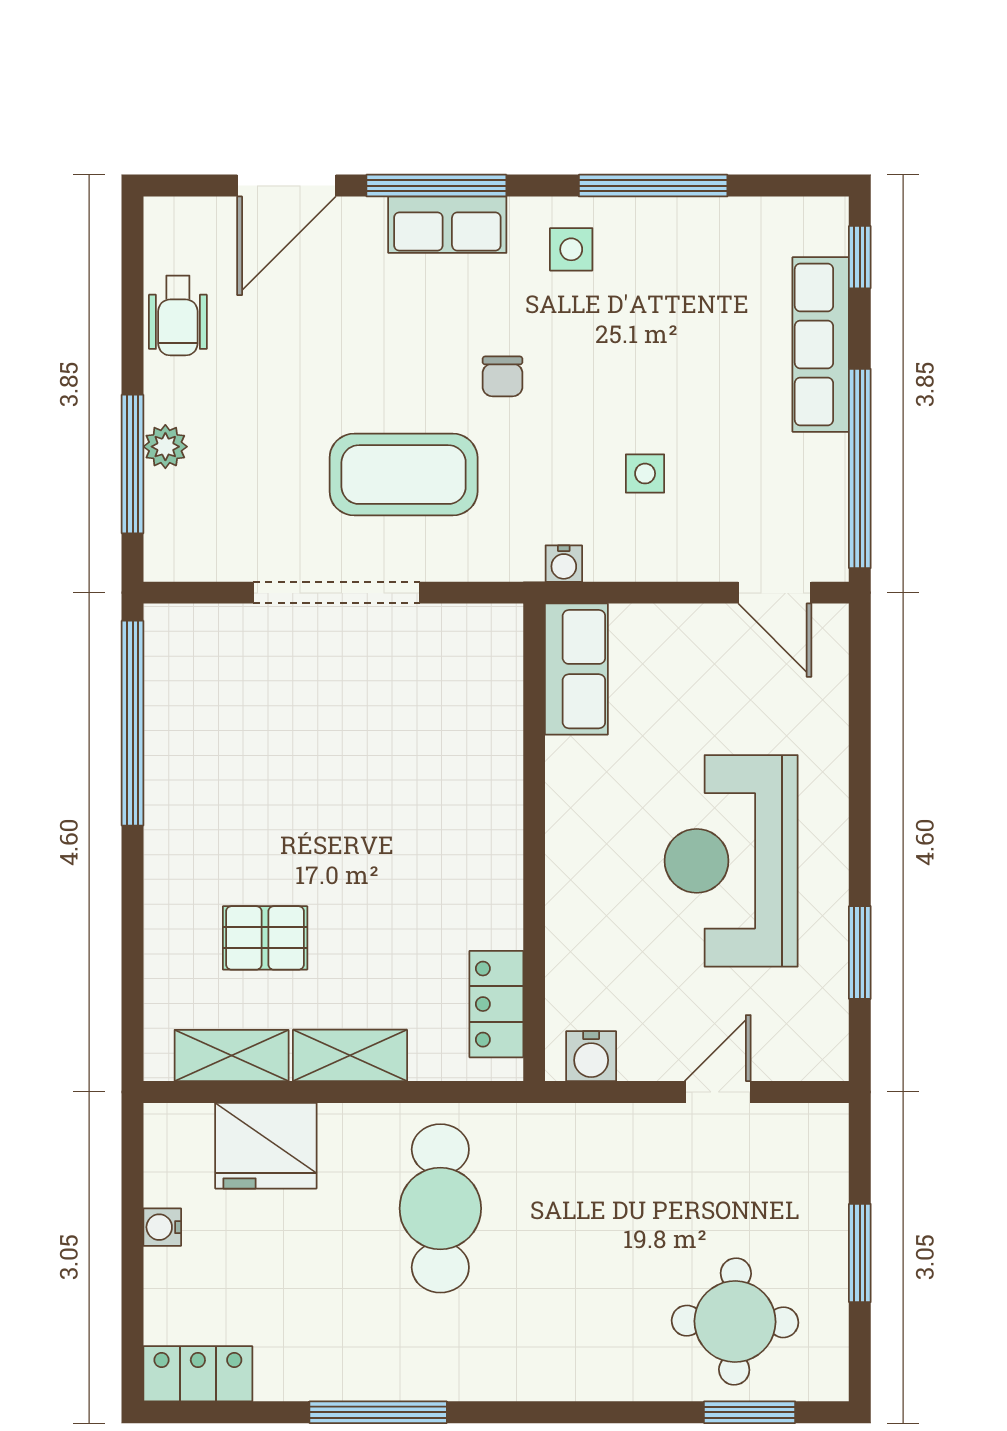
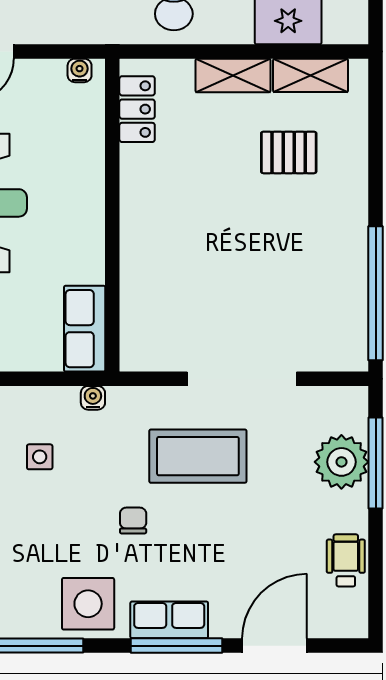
side table: (571, 249) -> (88, 604), width x1.87, depth x1.87
plant: (165, 447) -> (341, 462), width x1.87, depth x1.87
water cooler: (591, 1056) -> (80, 70), width x0.72, depth x0.72

